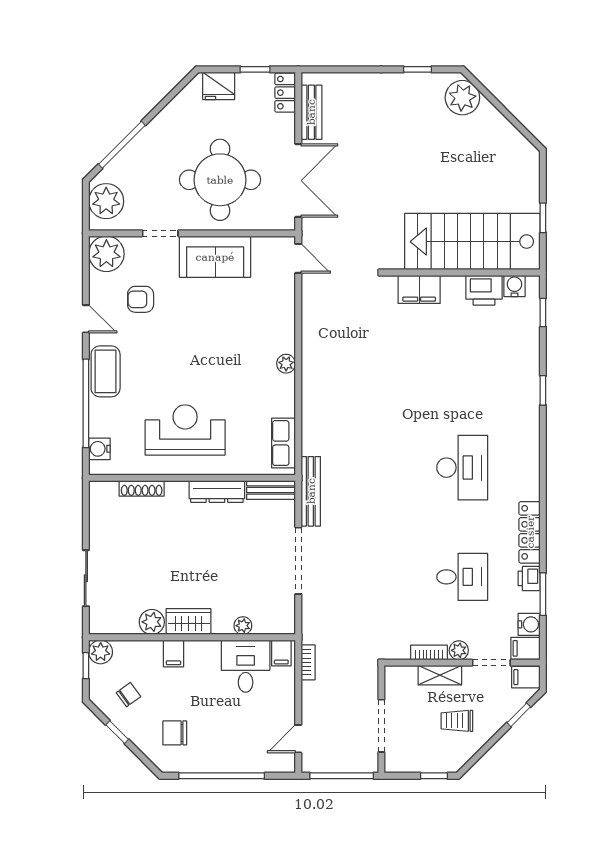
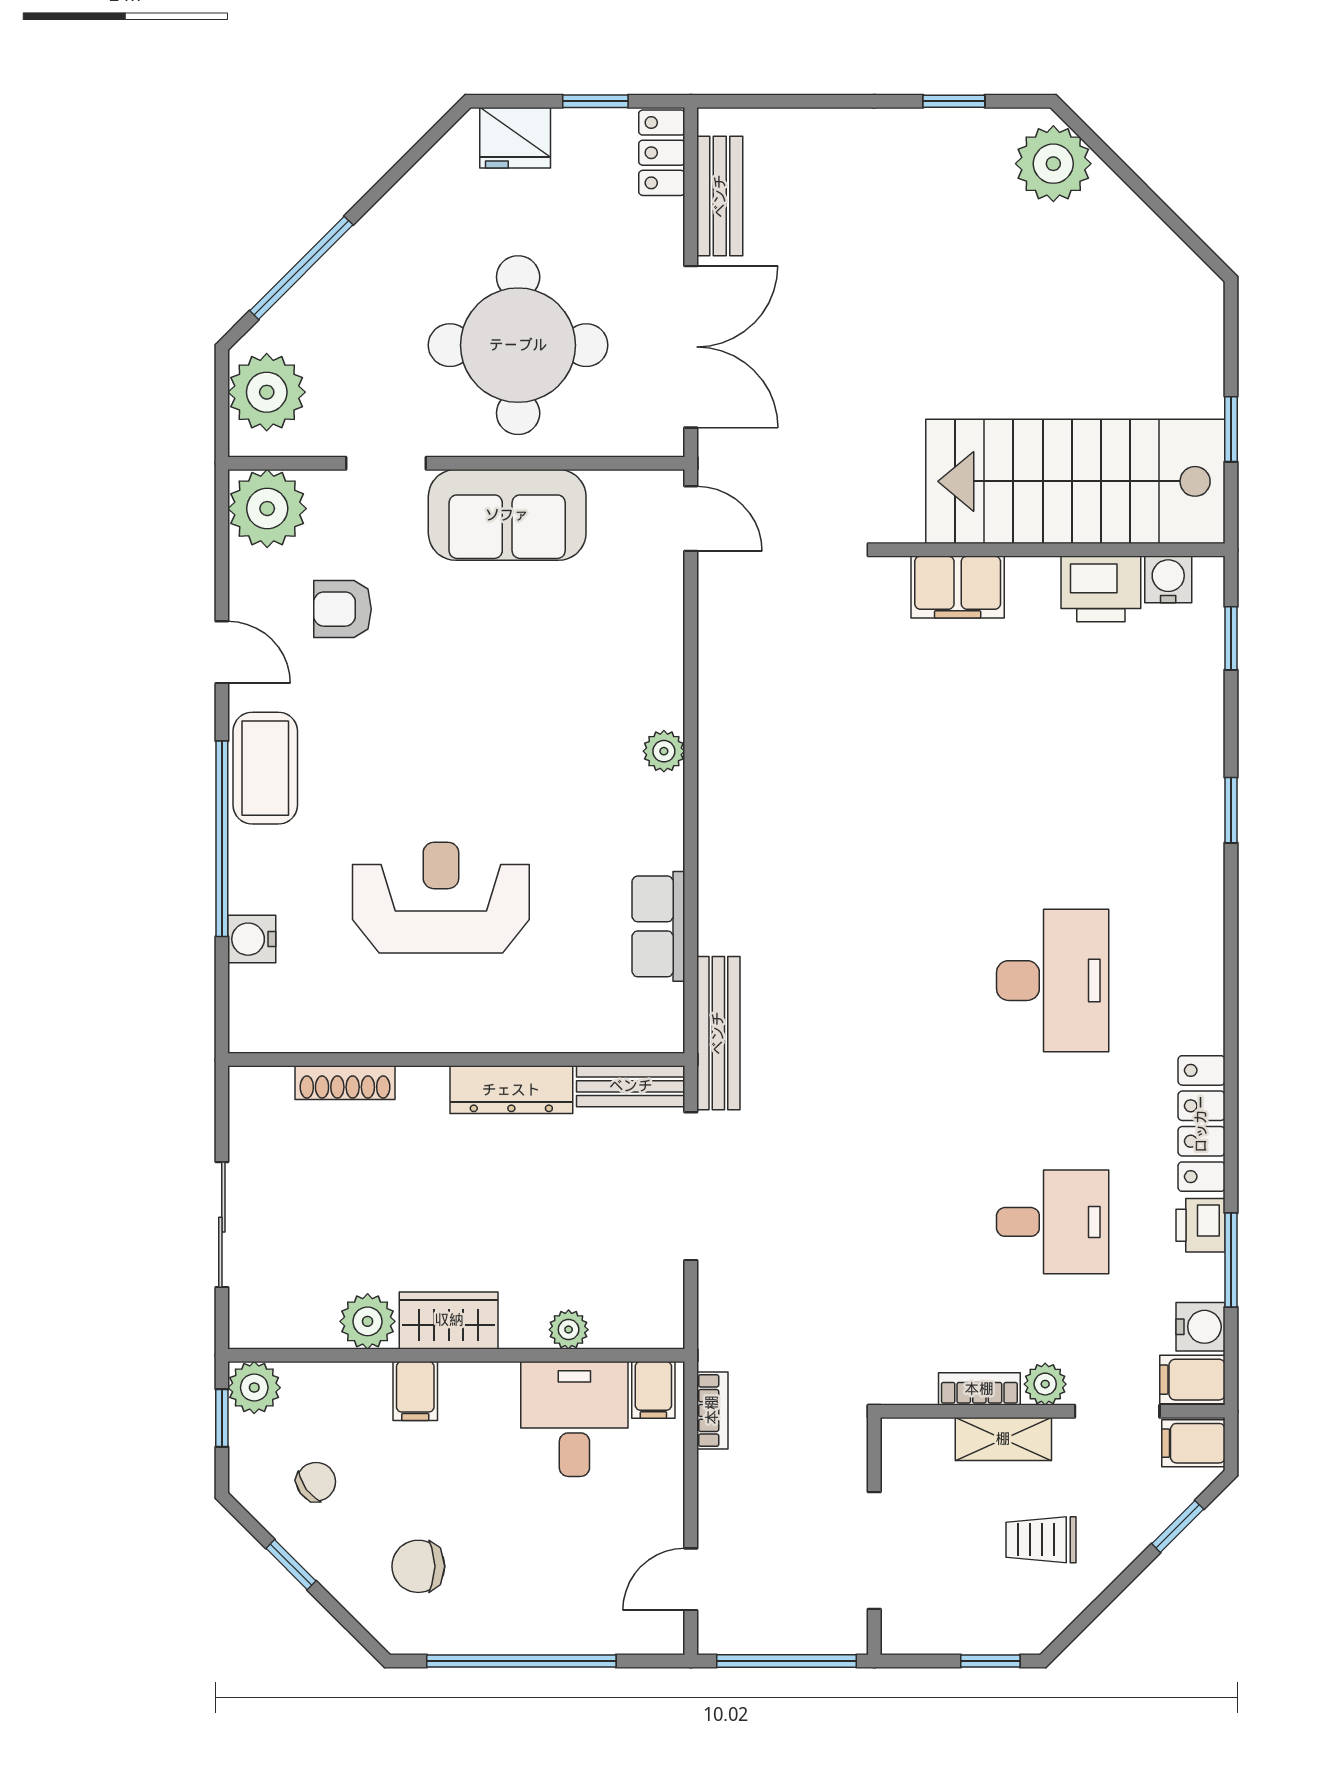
wall: (192, 478) -> (456, 1060), moved
shoe rack: (142, 488) -> (345, 1083), moved
bench: (271, 490) -> (631, 1086), moved
dresser: (217, 492) -> (511, 1090), moved

